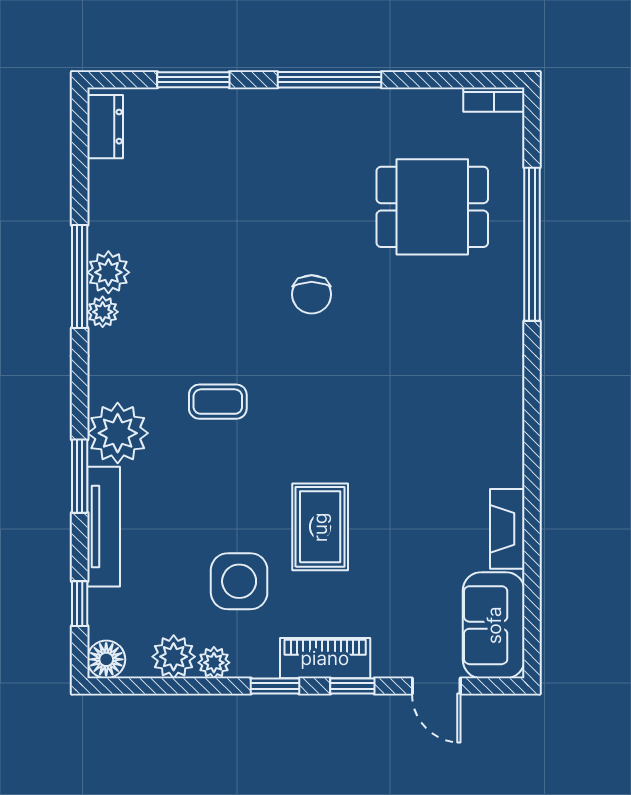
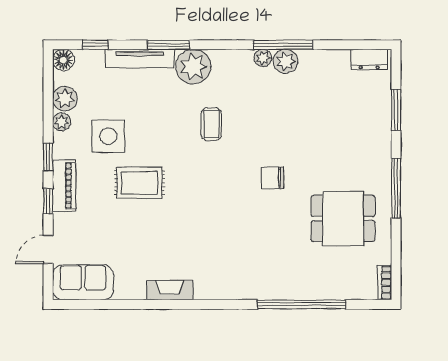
dining table: (432, 207) -> (343, 218), moved, turned 90
fireplace: (507, 529) -> (170, 290), moved

